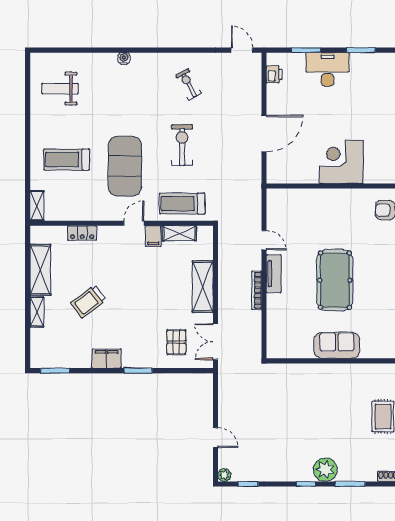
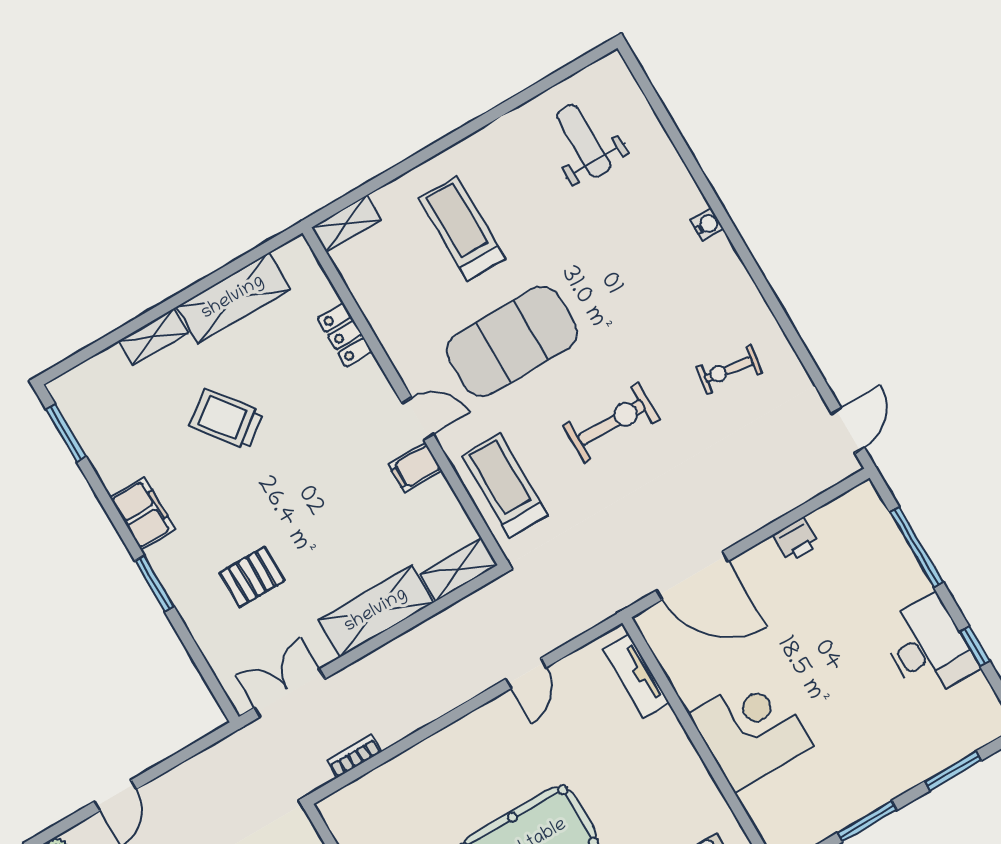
window: (306, 50) -> (916, 547), width x1.44
window: (361, 50) -> (975, 647), width x0.67
desk: (328, 69) -> (928, 647), moved
printer: (274, 74) -> (796, 540), moved
exercise bike: (189, 84) -> (729, 370), turned -143
door: (264, 134) -> (692, 576), moved
shelving: (179, 233) -> (459, 569), moved, turned 90
tv unit: (274, 274) -> (636, 676), moved, turned 90
bookcase: (257, 290) -> (354, 756), moved, width x0.64
pallet: (176, 342) -> (252, 577), moved

